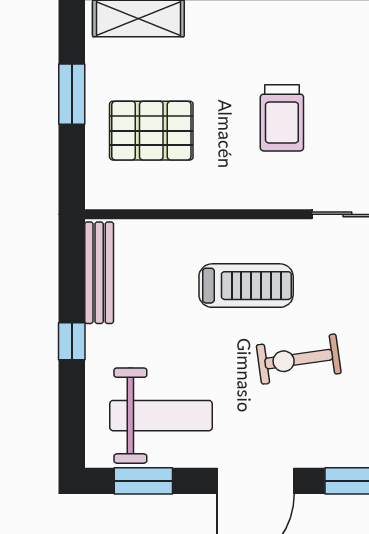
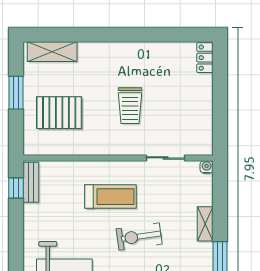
bench: (99, 273) -> (31, 182), width x0.73
window: (72, 341) -> (16, 188), moved

